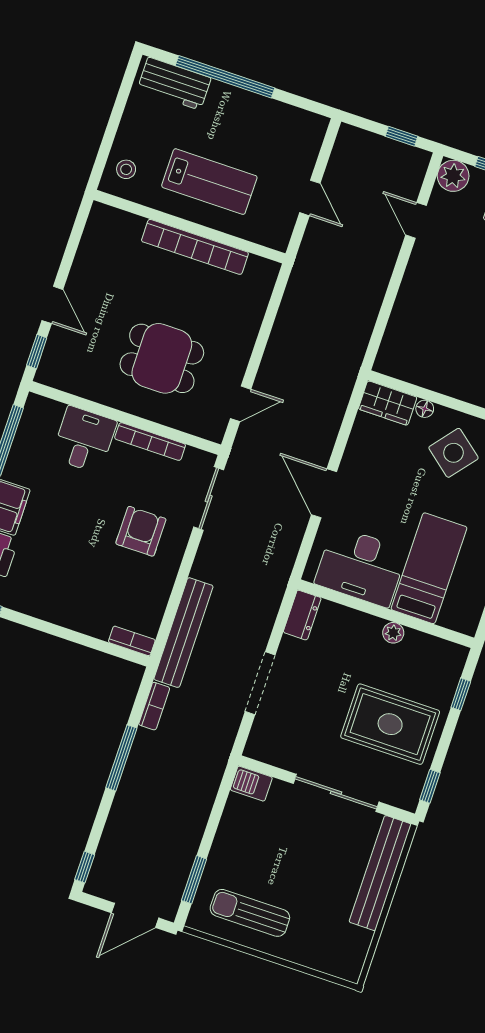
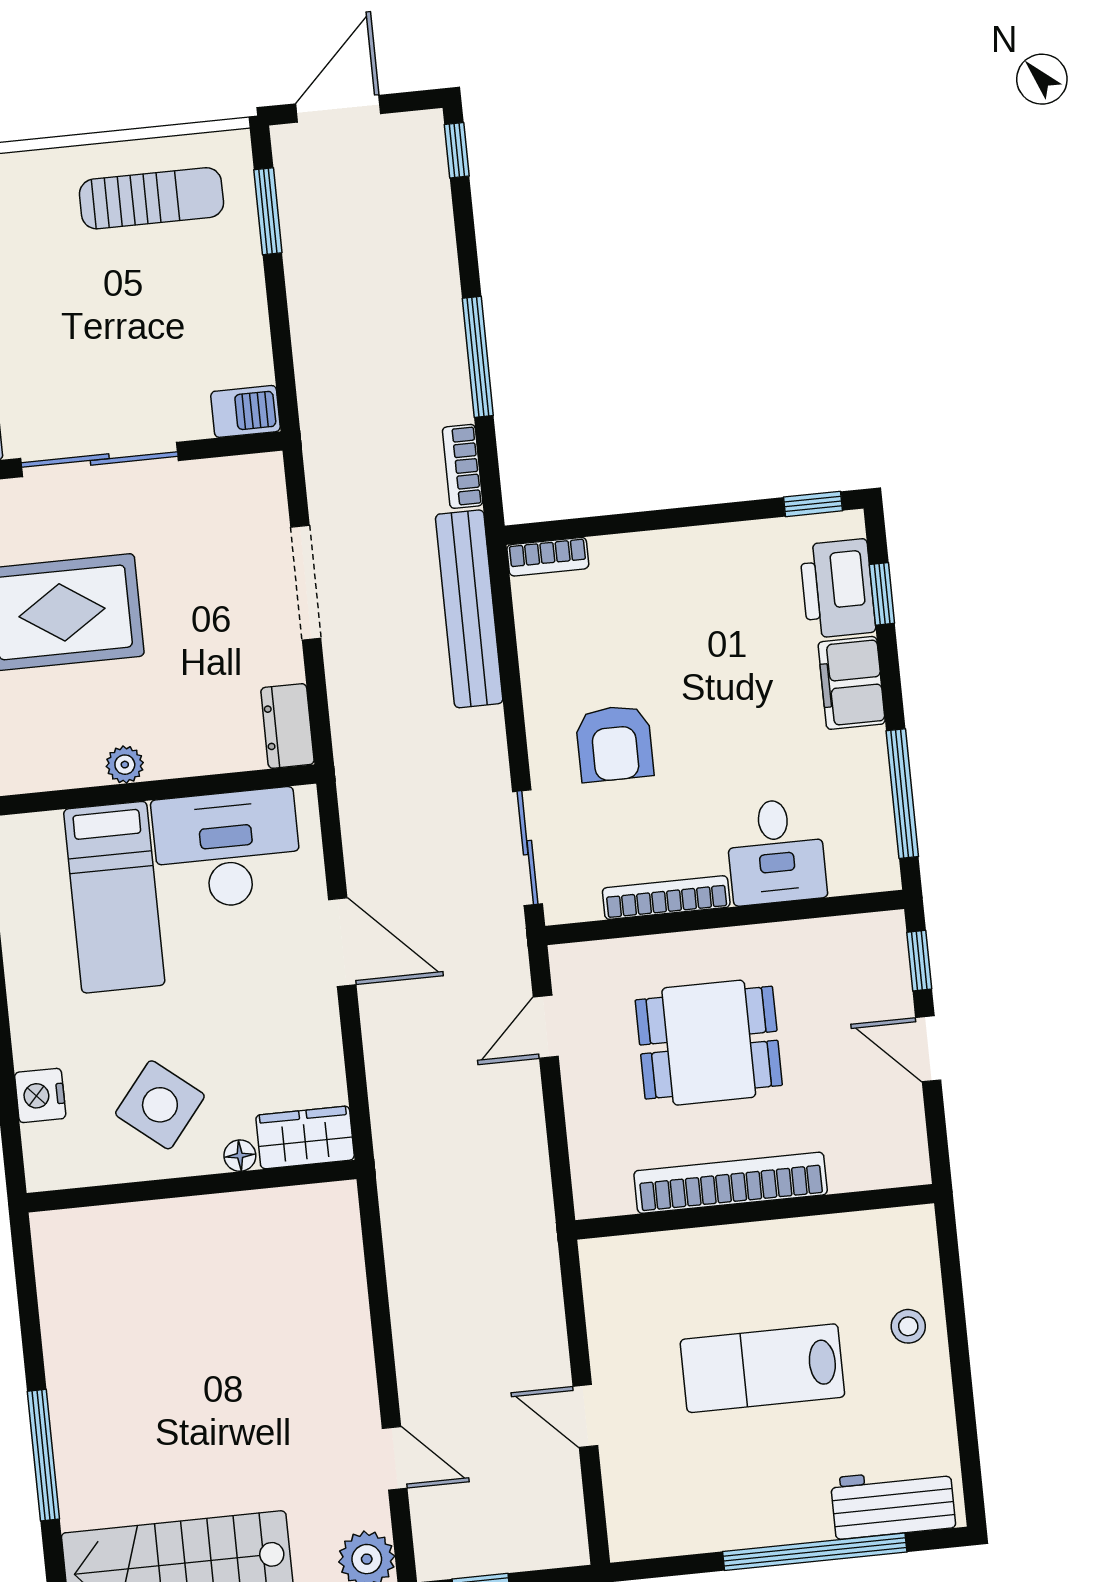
wall: (189, 227) -> (755, 1212), moved
bookcase: (195, 247) -> (731, 1183), moved

